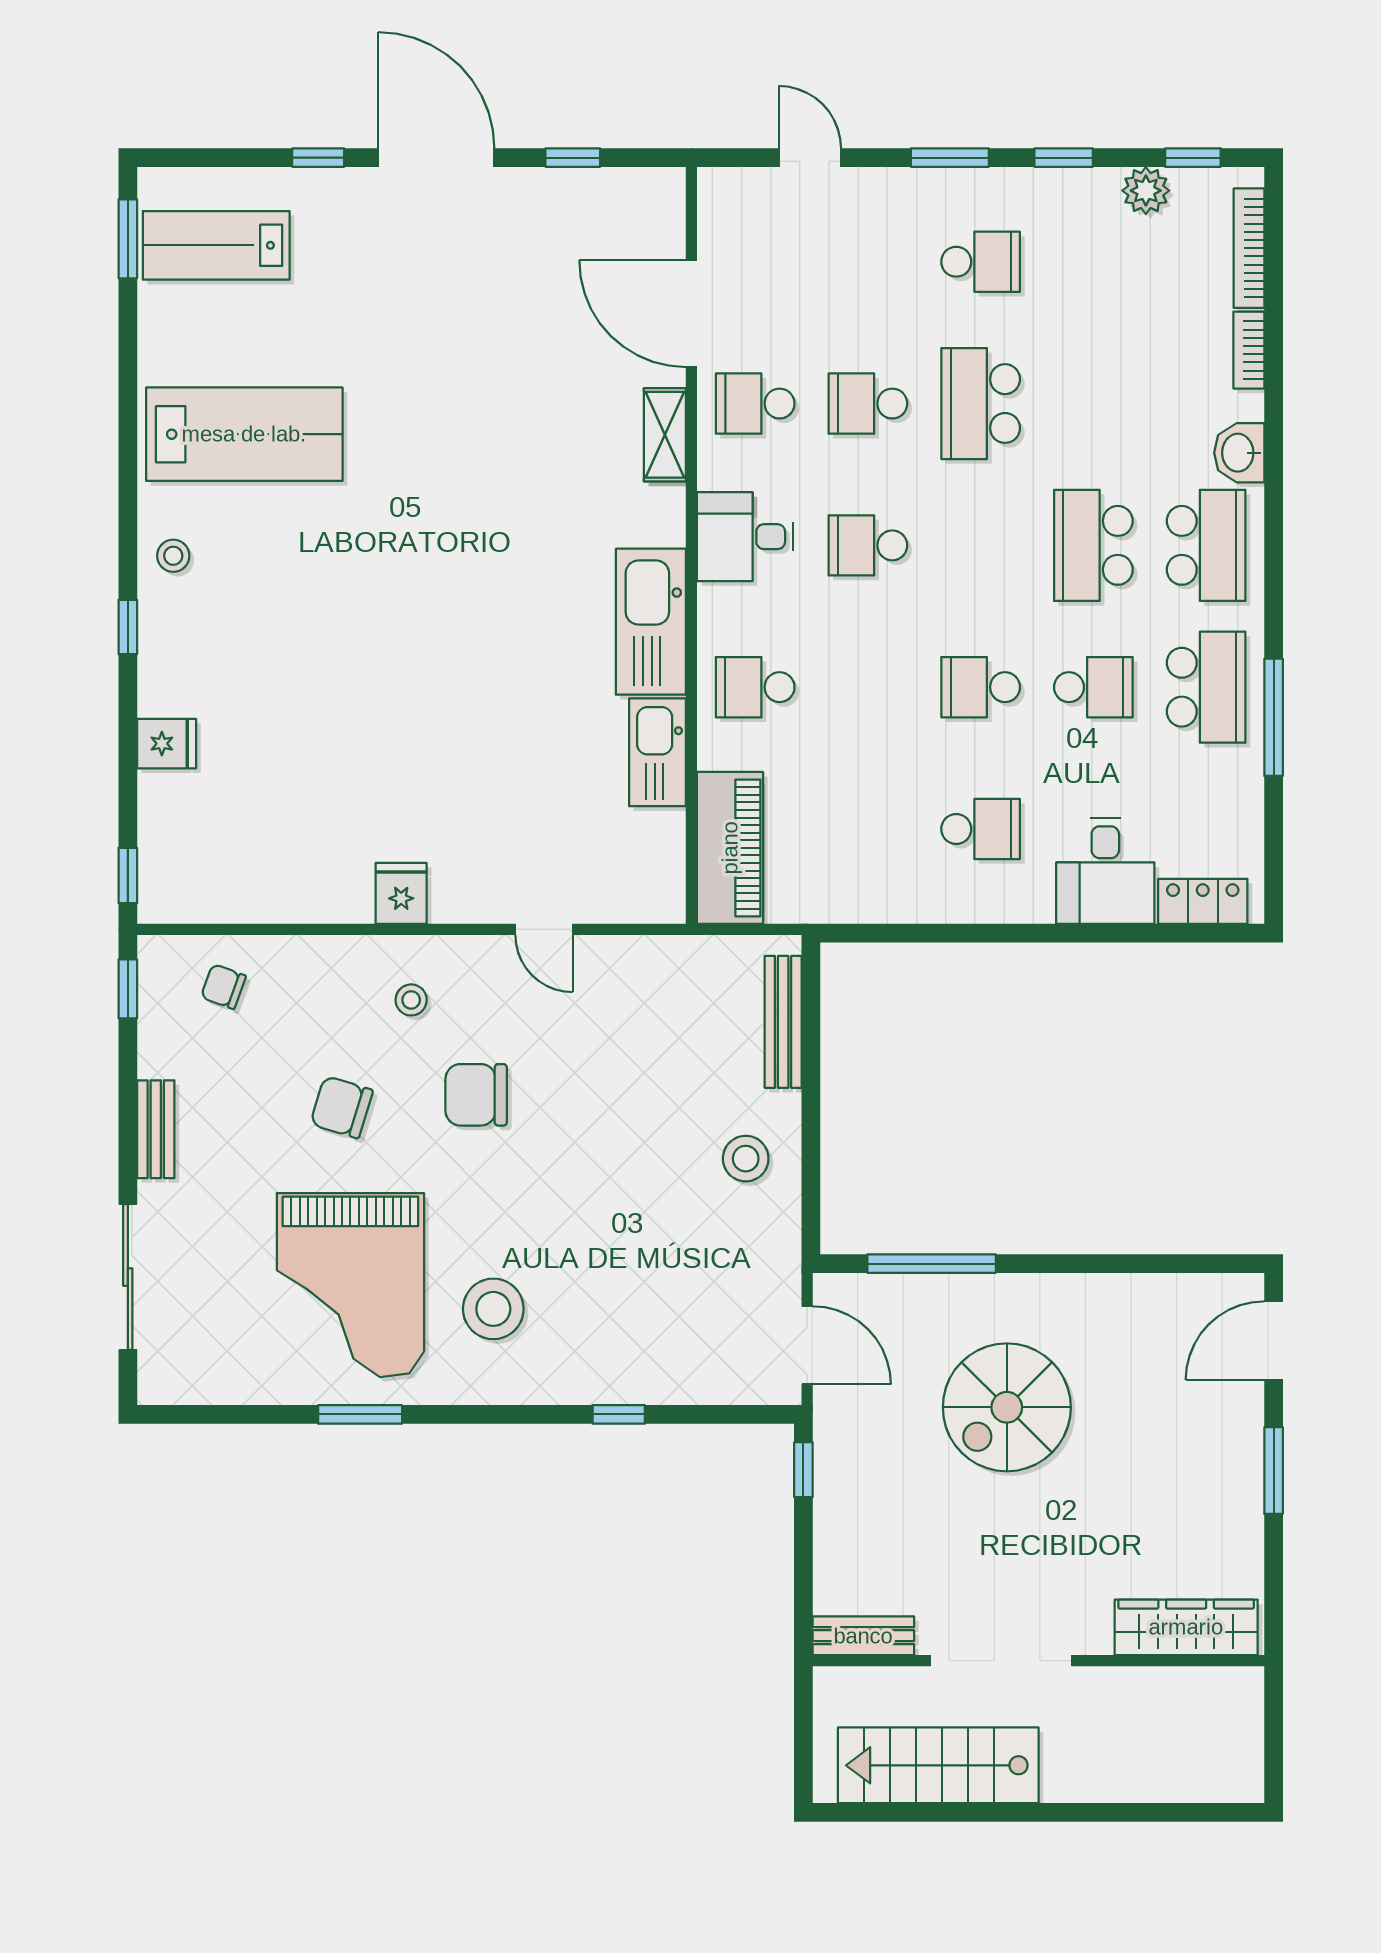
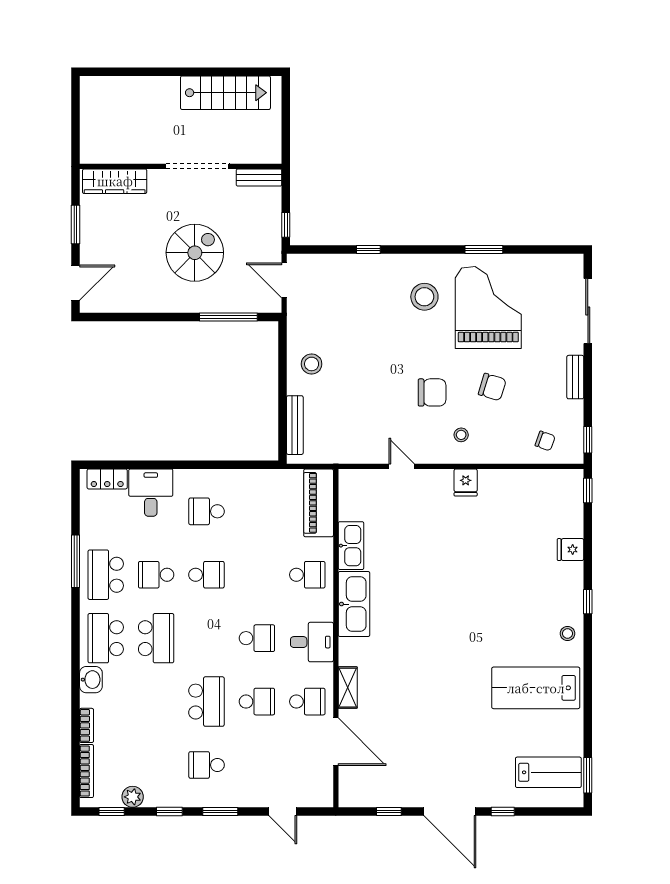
wardrobe: (1186, 1627) -> (115, 181), moved
bench: (863, 1636) -> (259, 178), moved
doorway: (1001, 1661) -> (197, 166), moved
wall: (1038, 1661) -> (181, 166), moved

